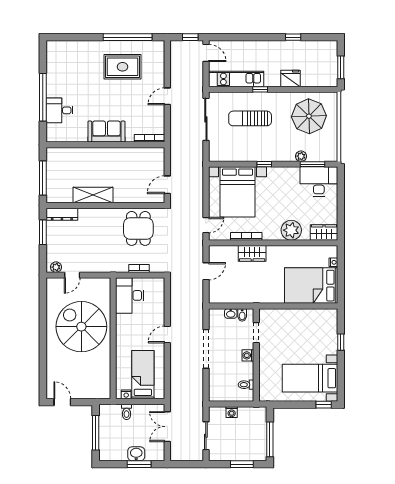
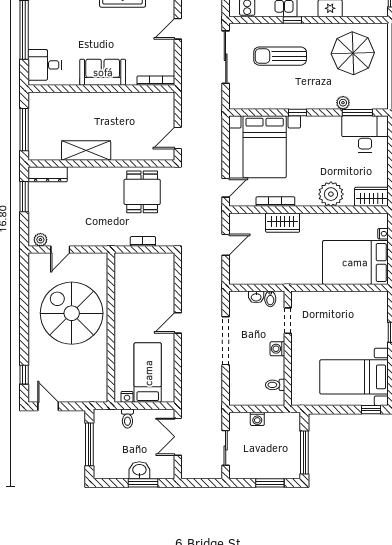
desk: (59, 110) -> (45, 65), moved
desk: (130, 295) -> (131, 275), removed
window: (43, 376) -> (24, 375), added

